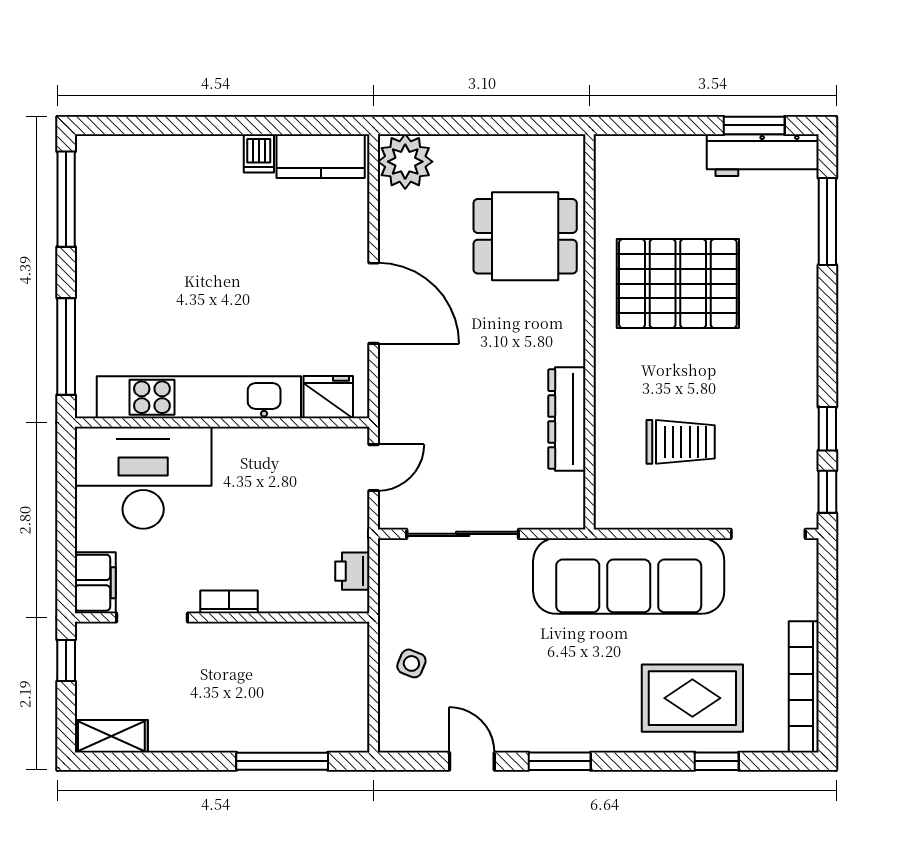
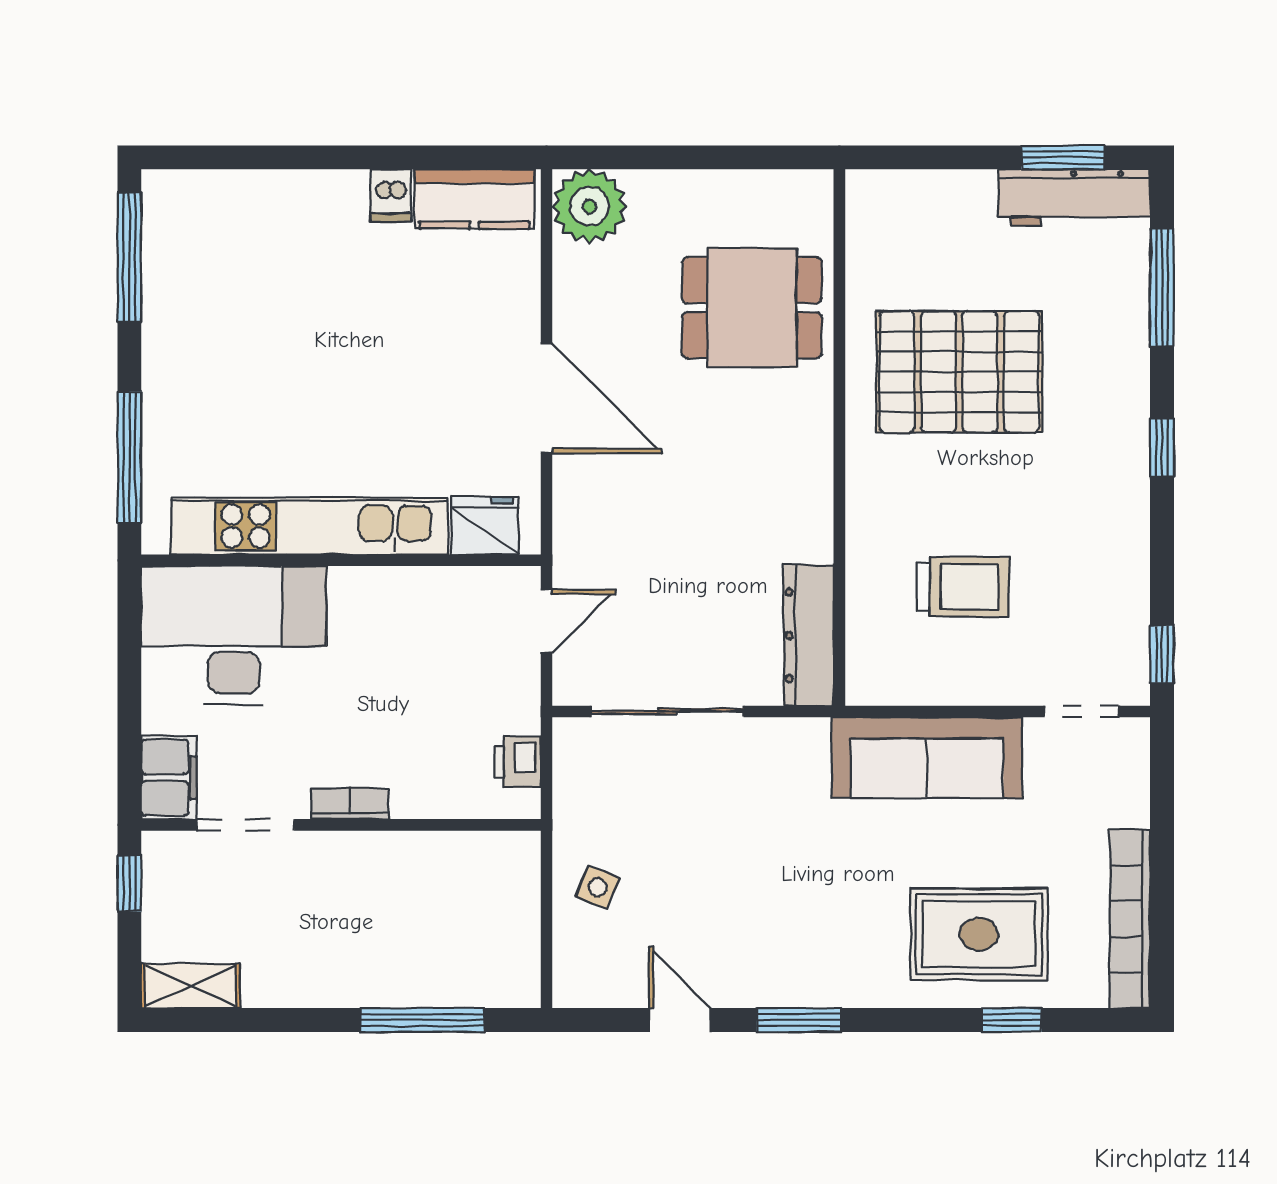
dresser: (567, 419) -> (809, 635), moved
window: (827, 429) -> (1162, 448), moved
doorway: (768, 534) -> (1082, 711), width x0.73
sofa: (629, 576) -> (927, 758), width x0.74, depth x0.79

